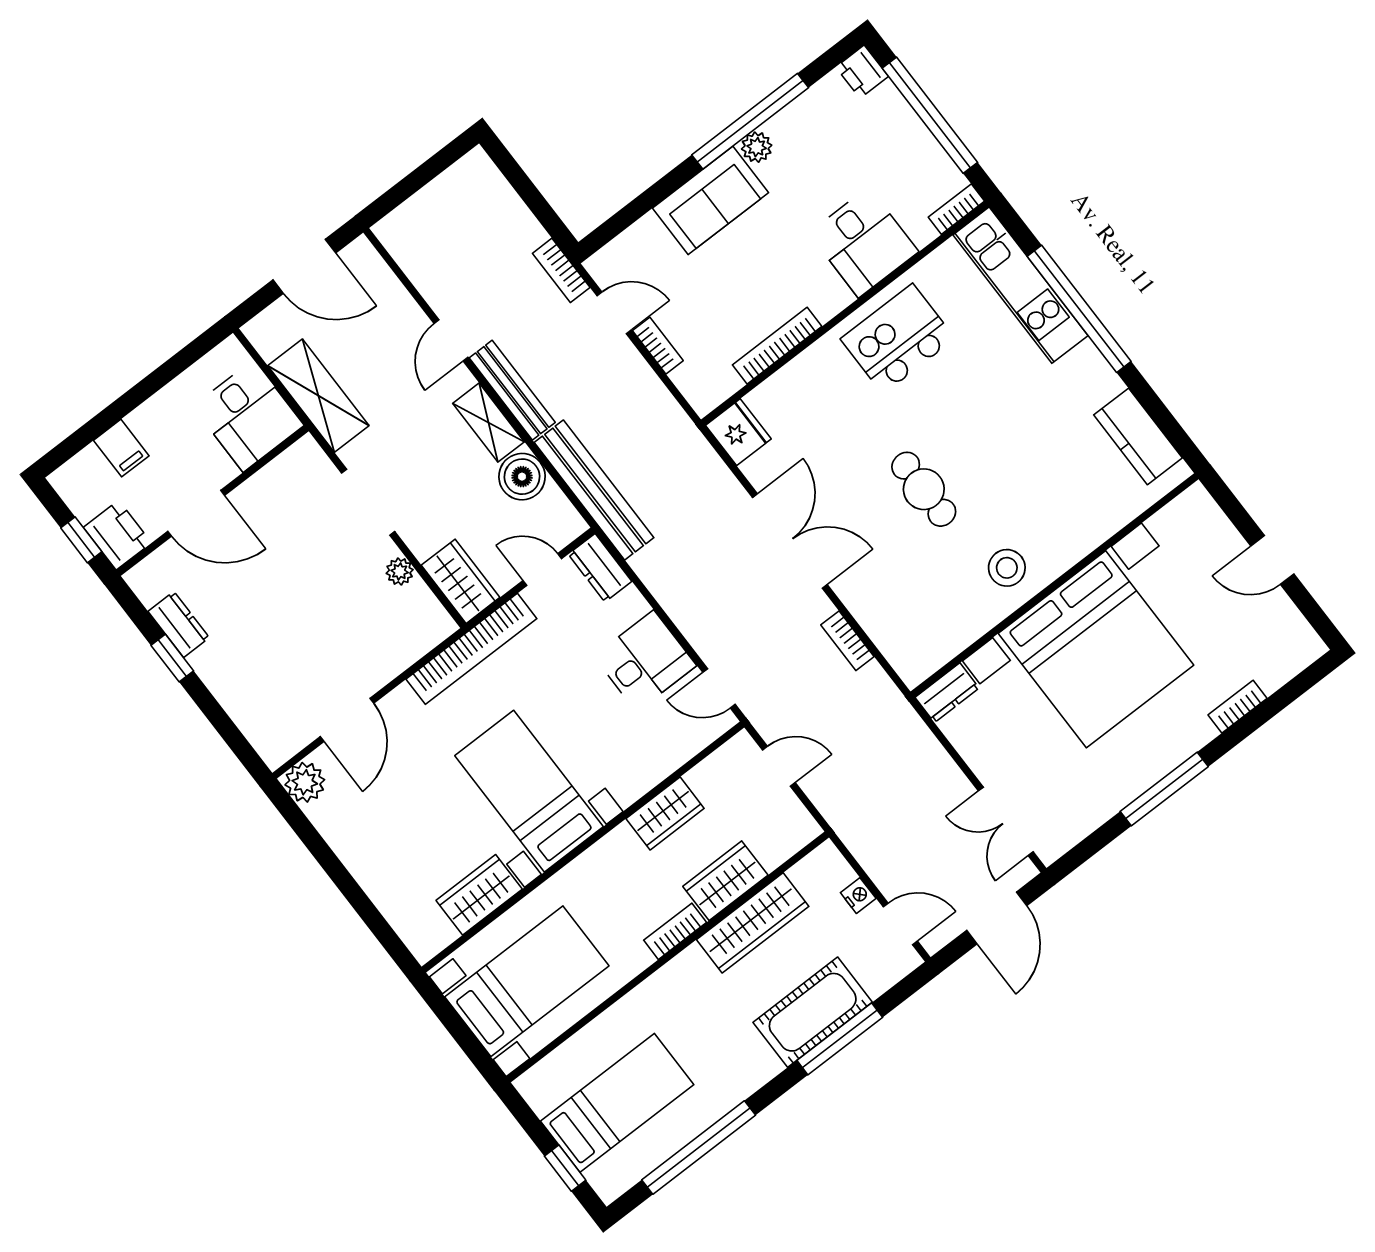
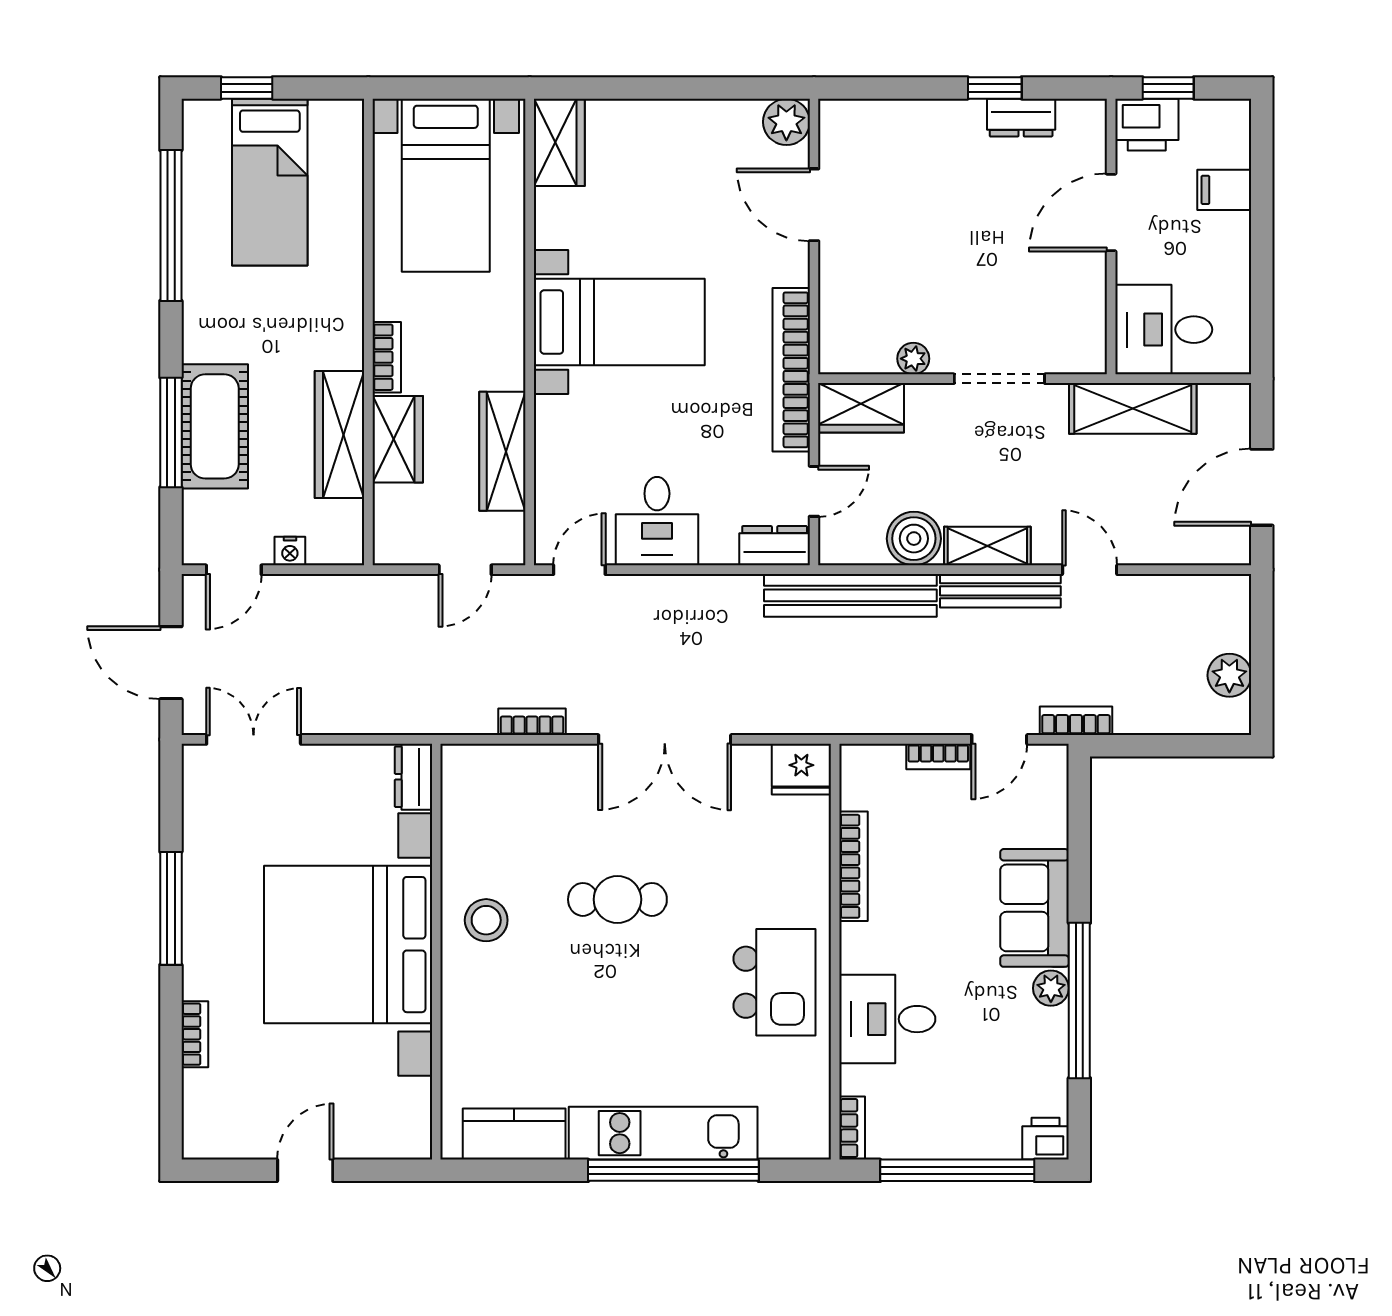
plant: (450, 190) -> (1229, 675), added
kitchen unit: (1020, 285) -> (663, 1133), moved
wardrobe: (665, 814) -> (502, 451), width x1.50
wardrobe: (479, 895) -> (559, 142), moved

